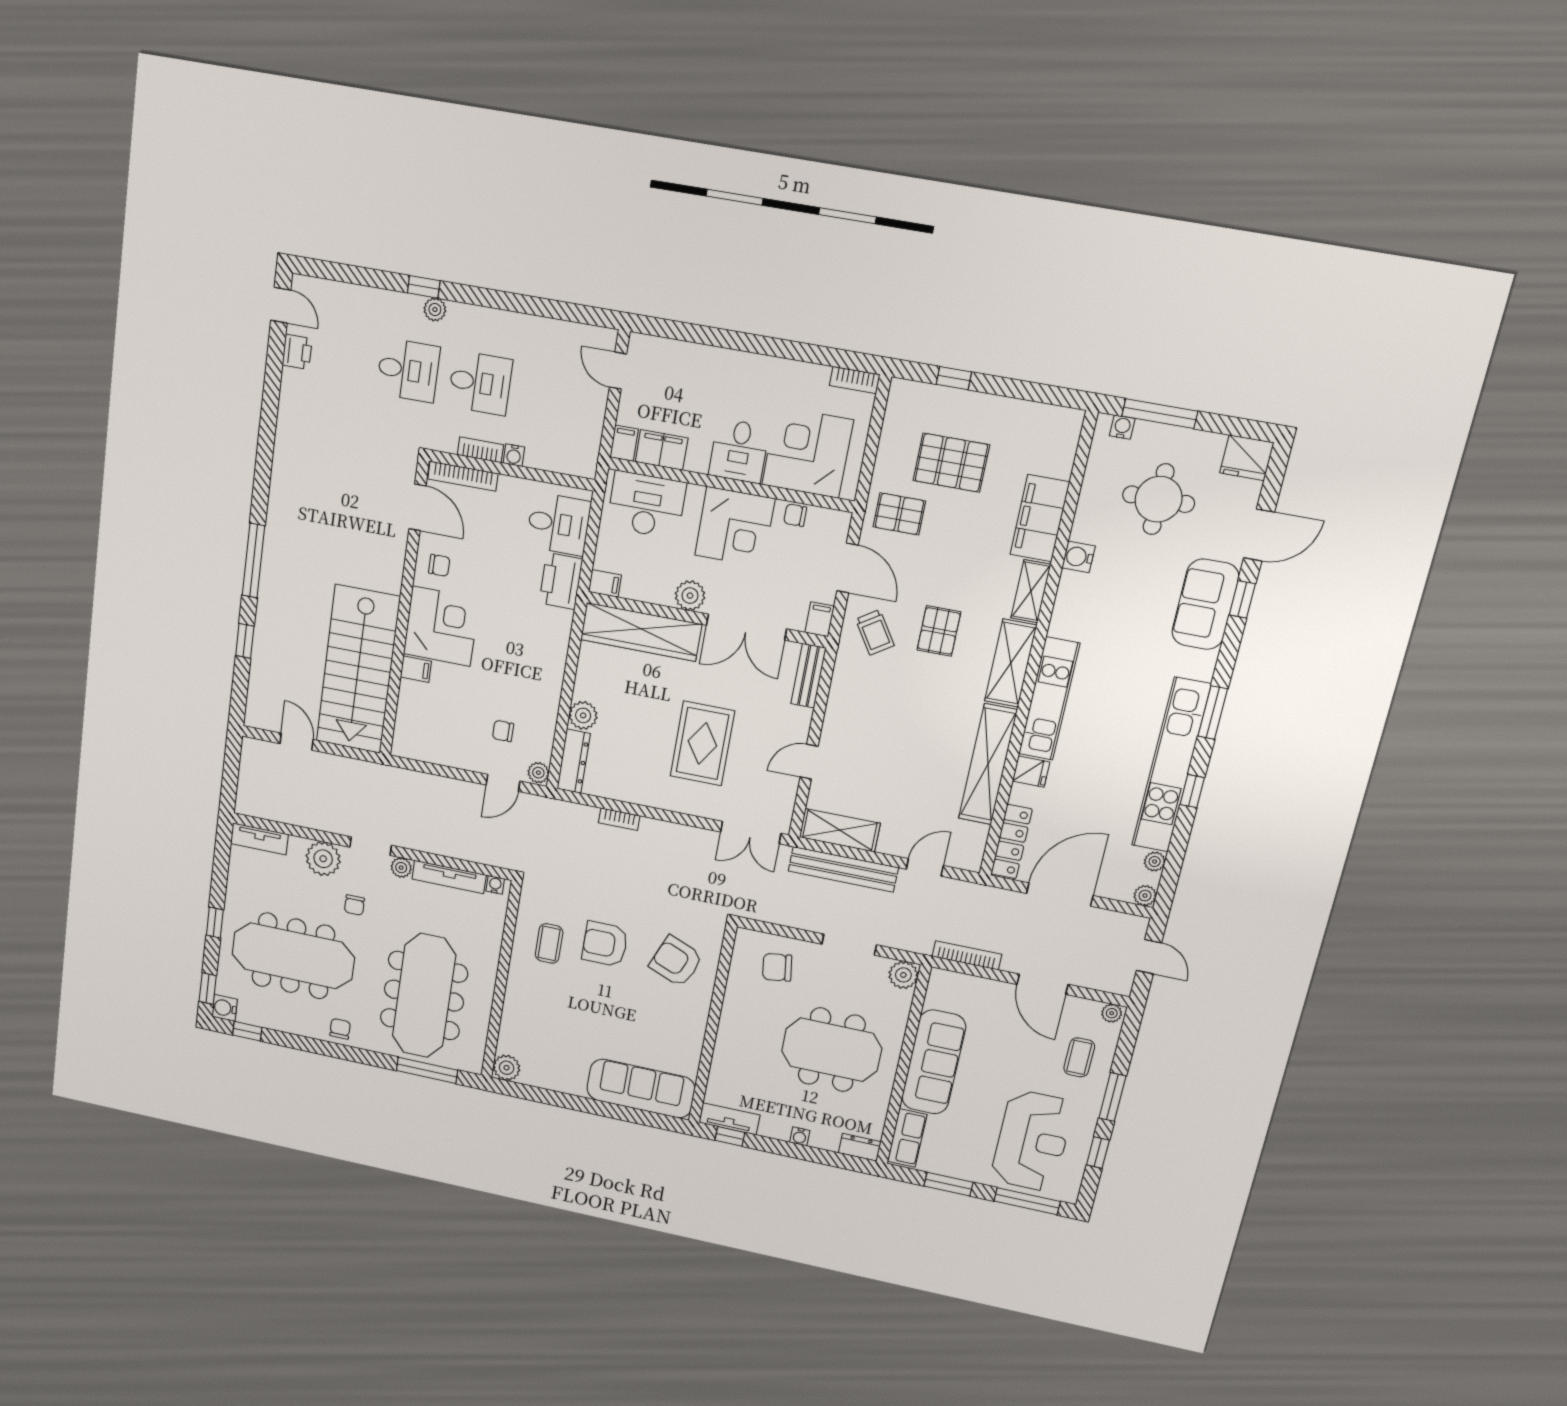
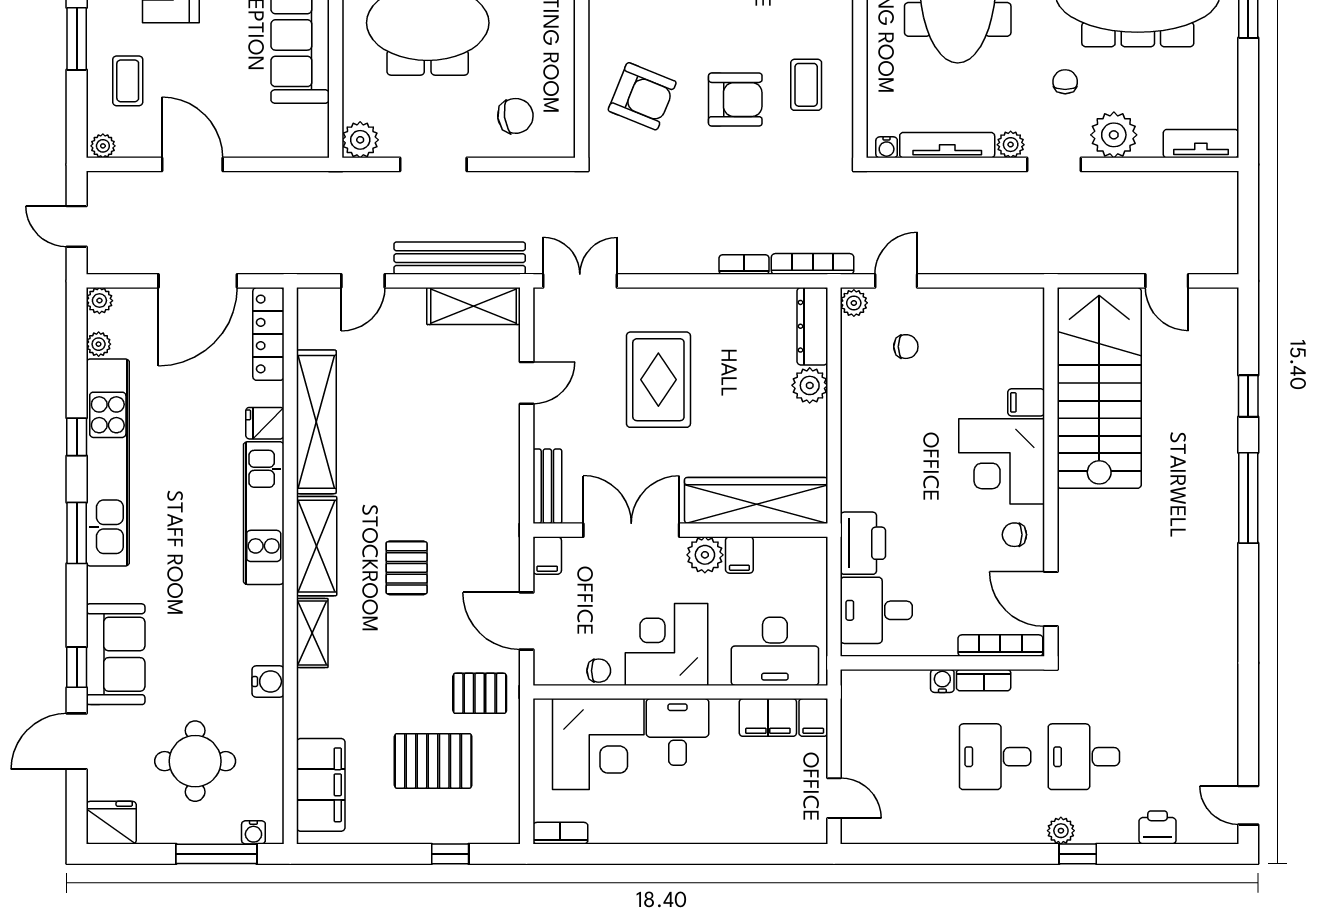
printer: (297, 352) -> (1158, 827), moved, turned 90
filing cabinet: (1040, 518) -> (321, 785), moved
filing cabinet: (605, 583) -> (739, 555), moved, turned -90
trolley: (875, 632) -> (480, 552), removed
bookcase: (967, 955) -> (813, 264), moved, turned 180

